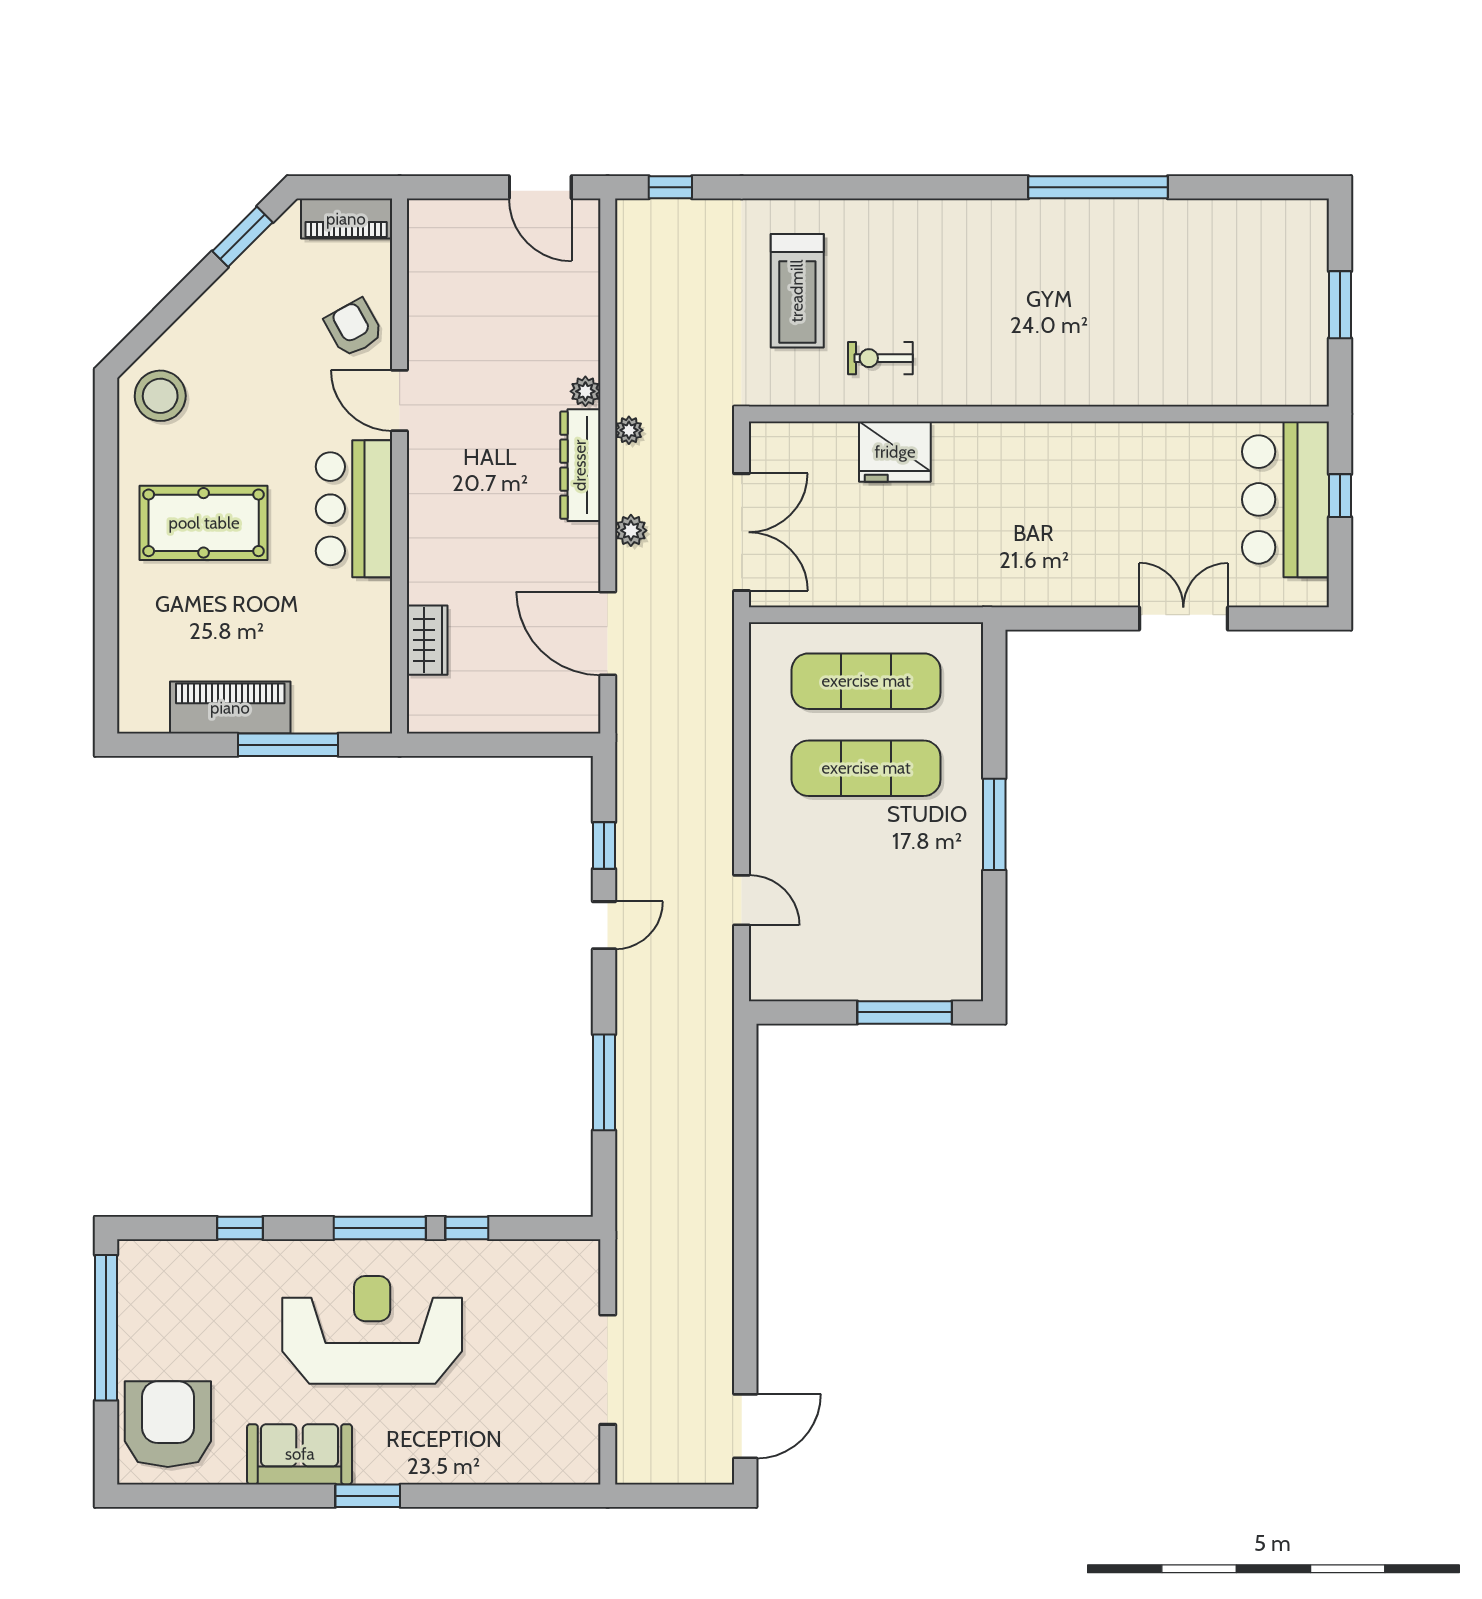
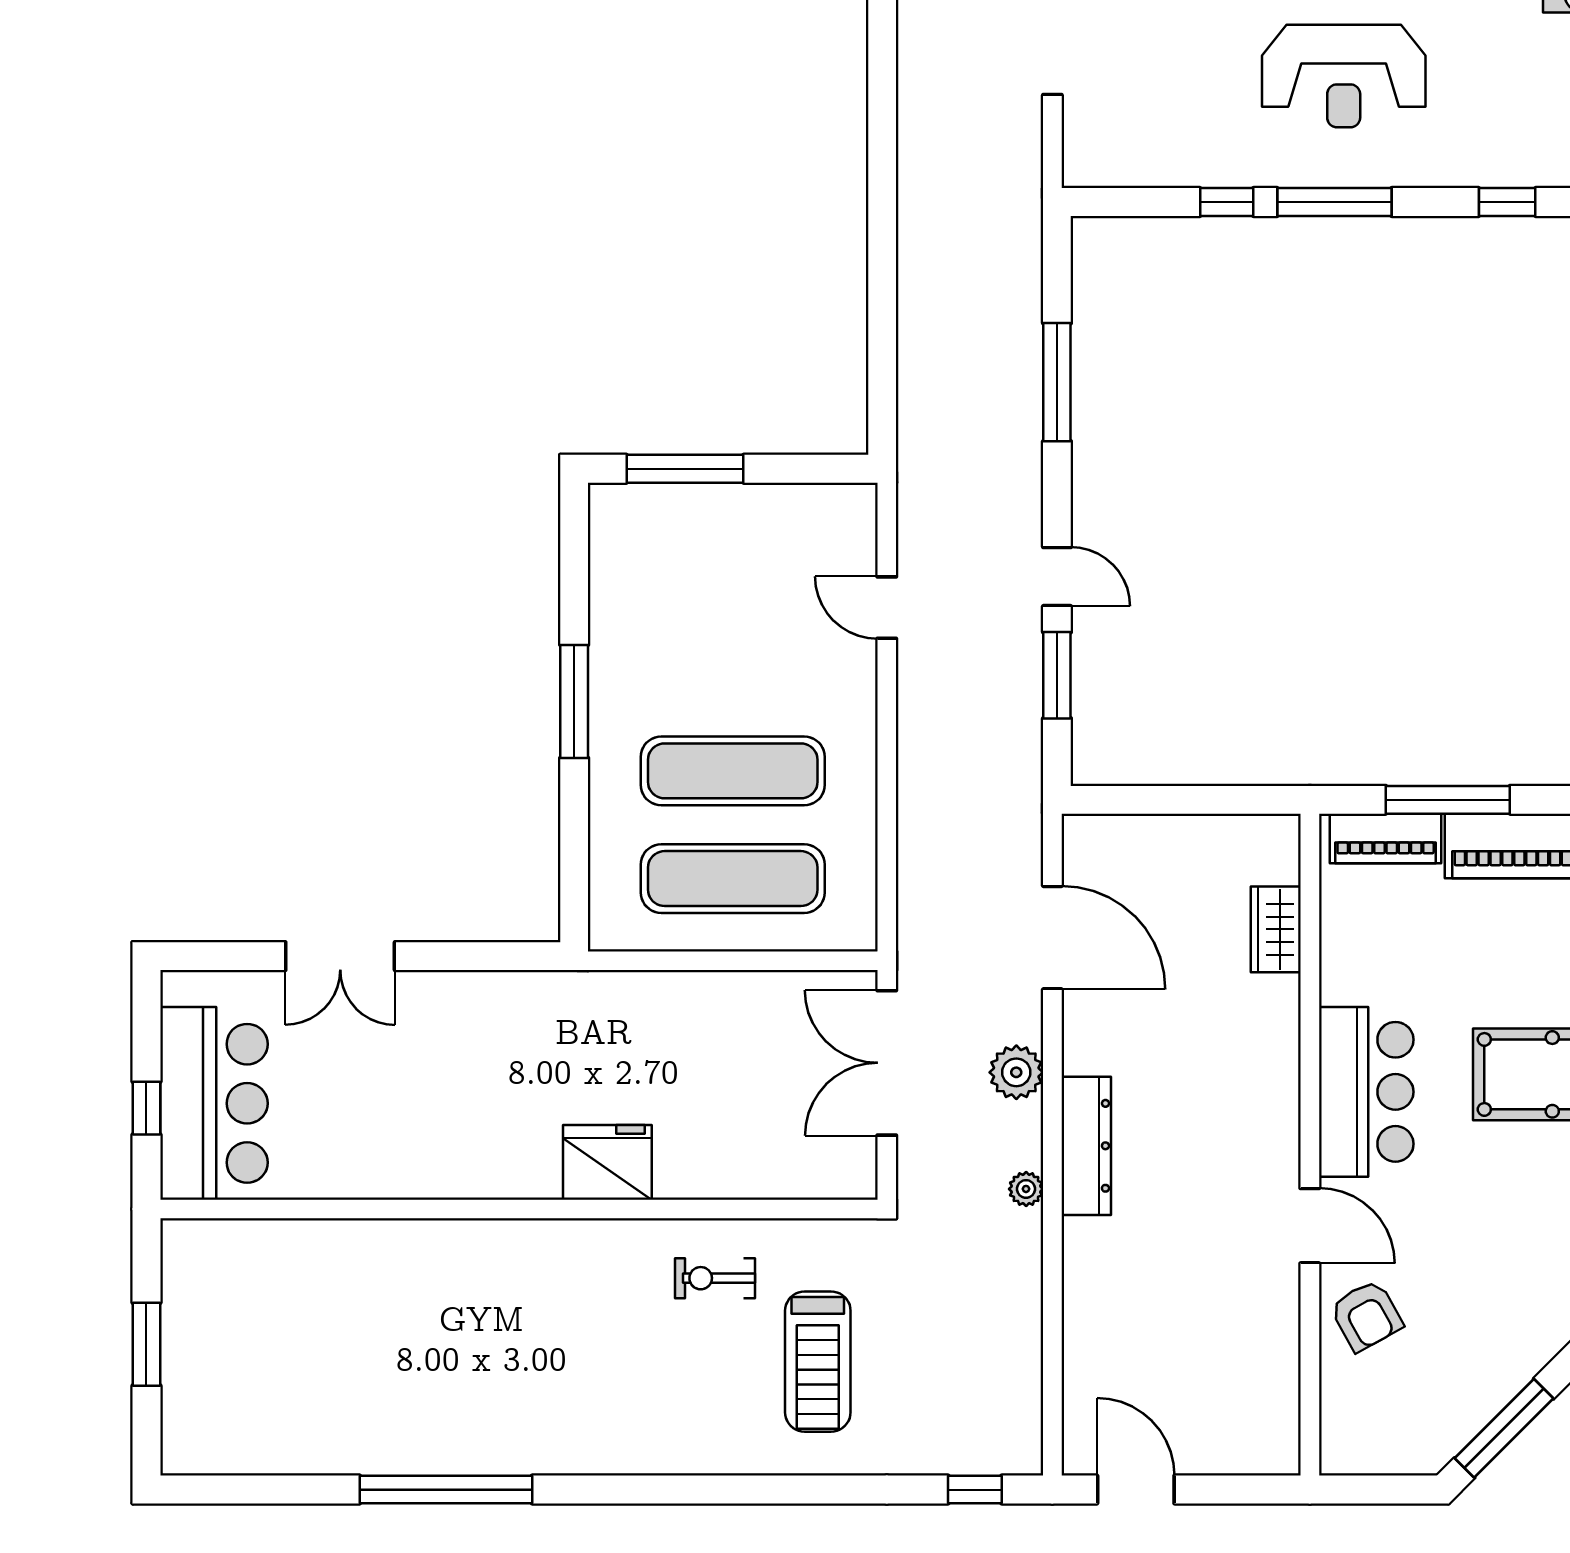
piano: (346, 219) -> (1386, 838), moved, turned 180
window: (243, 237) -> (1504, 1428), width x1.44
treadmill: (797, 291) -> (818, 1362), turned 180
exercise bike: (880, 358) -> (715, 1278), turned 180
plant: (585, 391) -> (1080, 1237), removed
fridge: (895, 452) -> (607, 1162), moved
plant: (631, 530) -> (1016, 1072), width x1.38, depth x1.38
window: (604, 846) -> (1057, 675), width x1.50
door: (604, 925) -> (1057, 577), swing flipped
reception desk: (372, 1330) -> (1344, 76), width x0.74, depth x0.77

